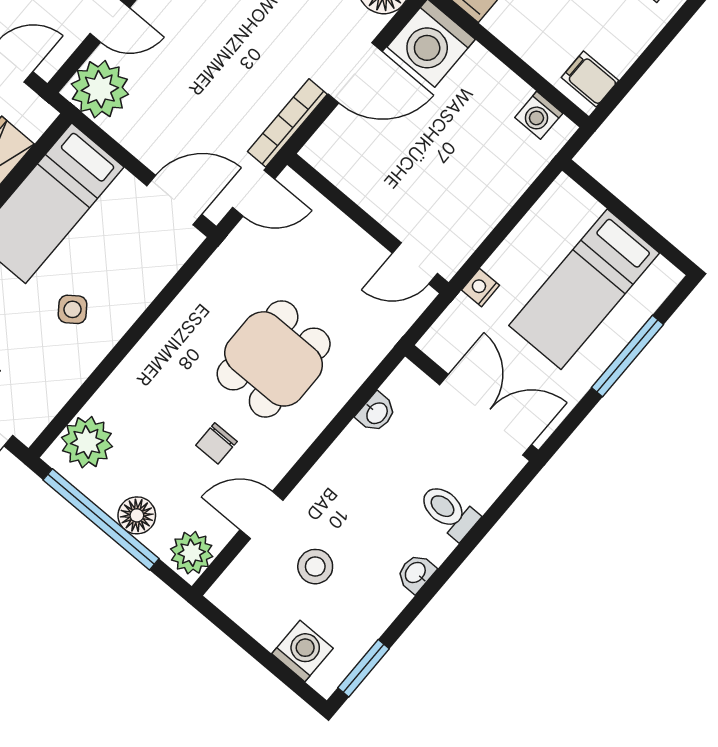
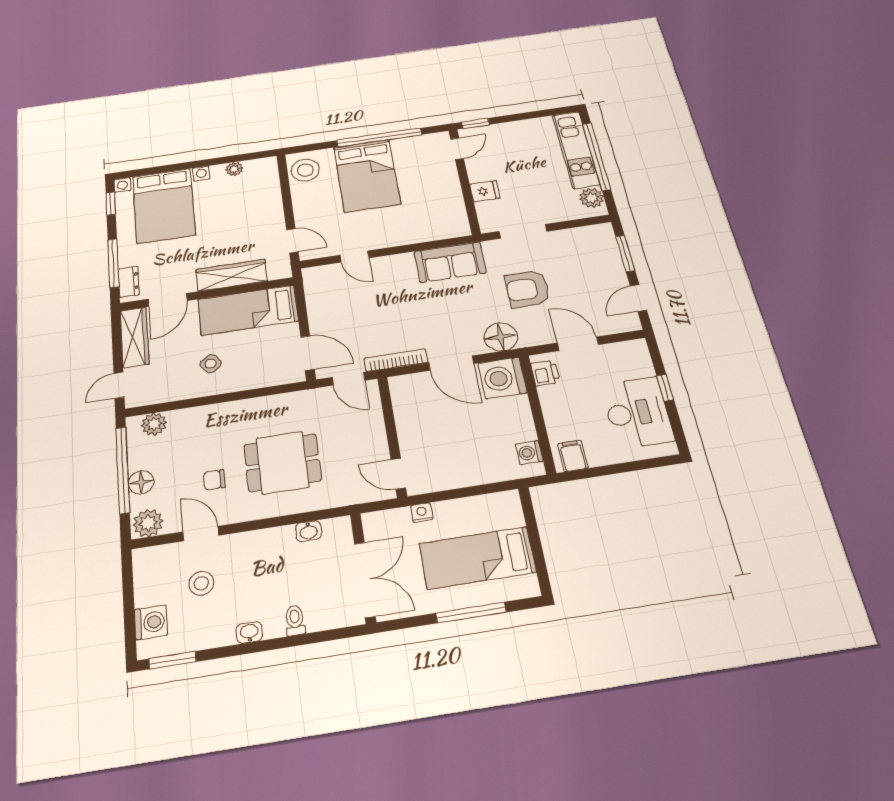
plant: (100, 89) -> (321, 281), removed
plant: (87, 442) -> (154, 424), width x0.73, depth x0.73
toilet: (449, 511) -> (295, 620), width x0.73, depth x0.72

